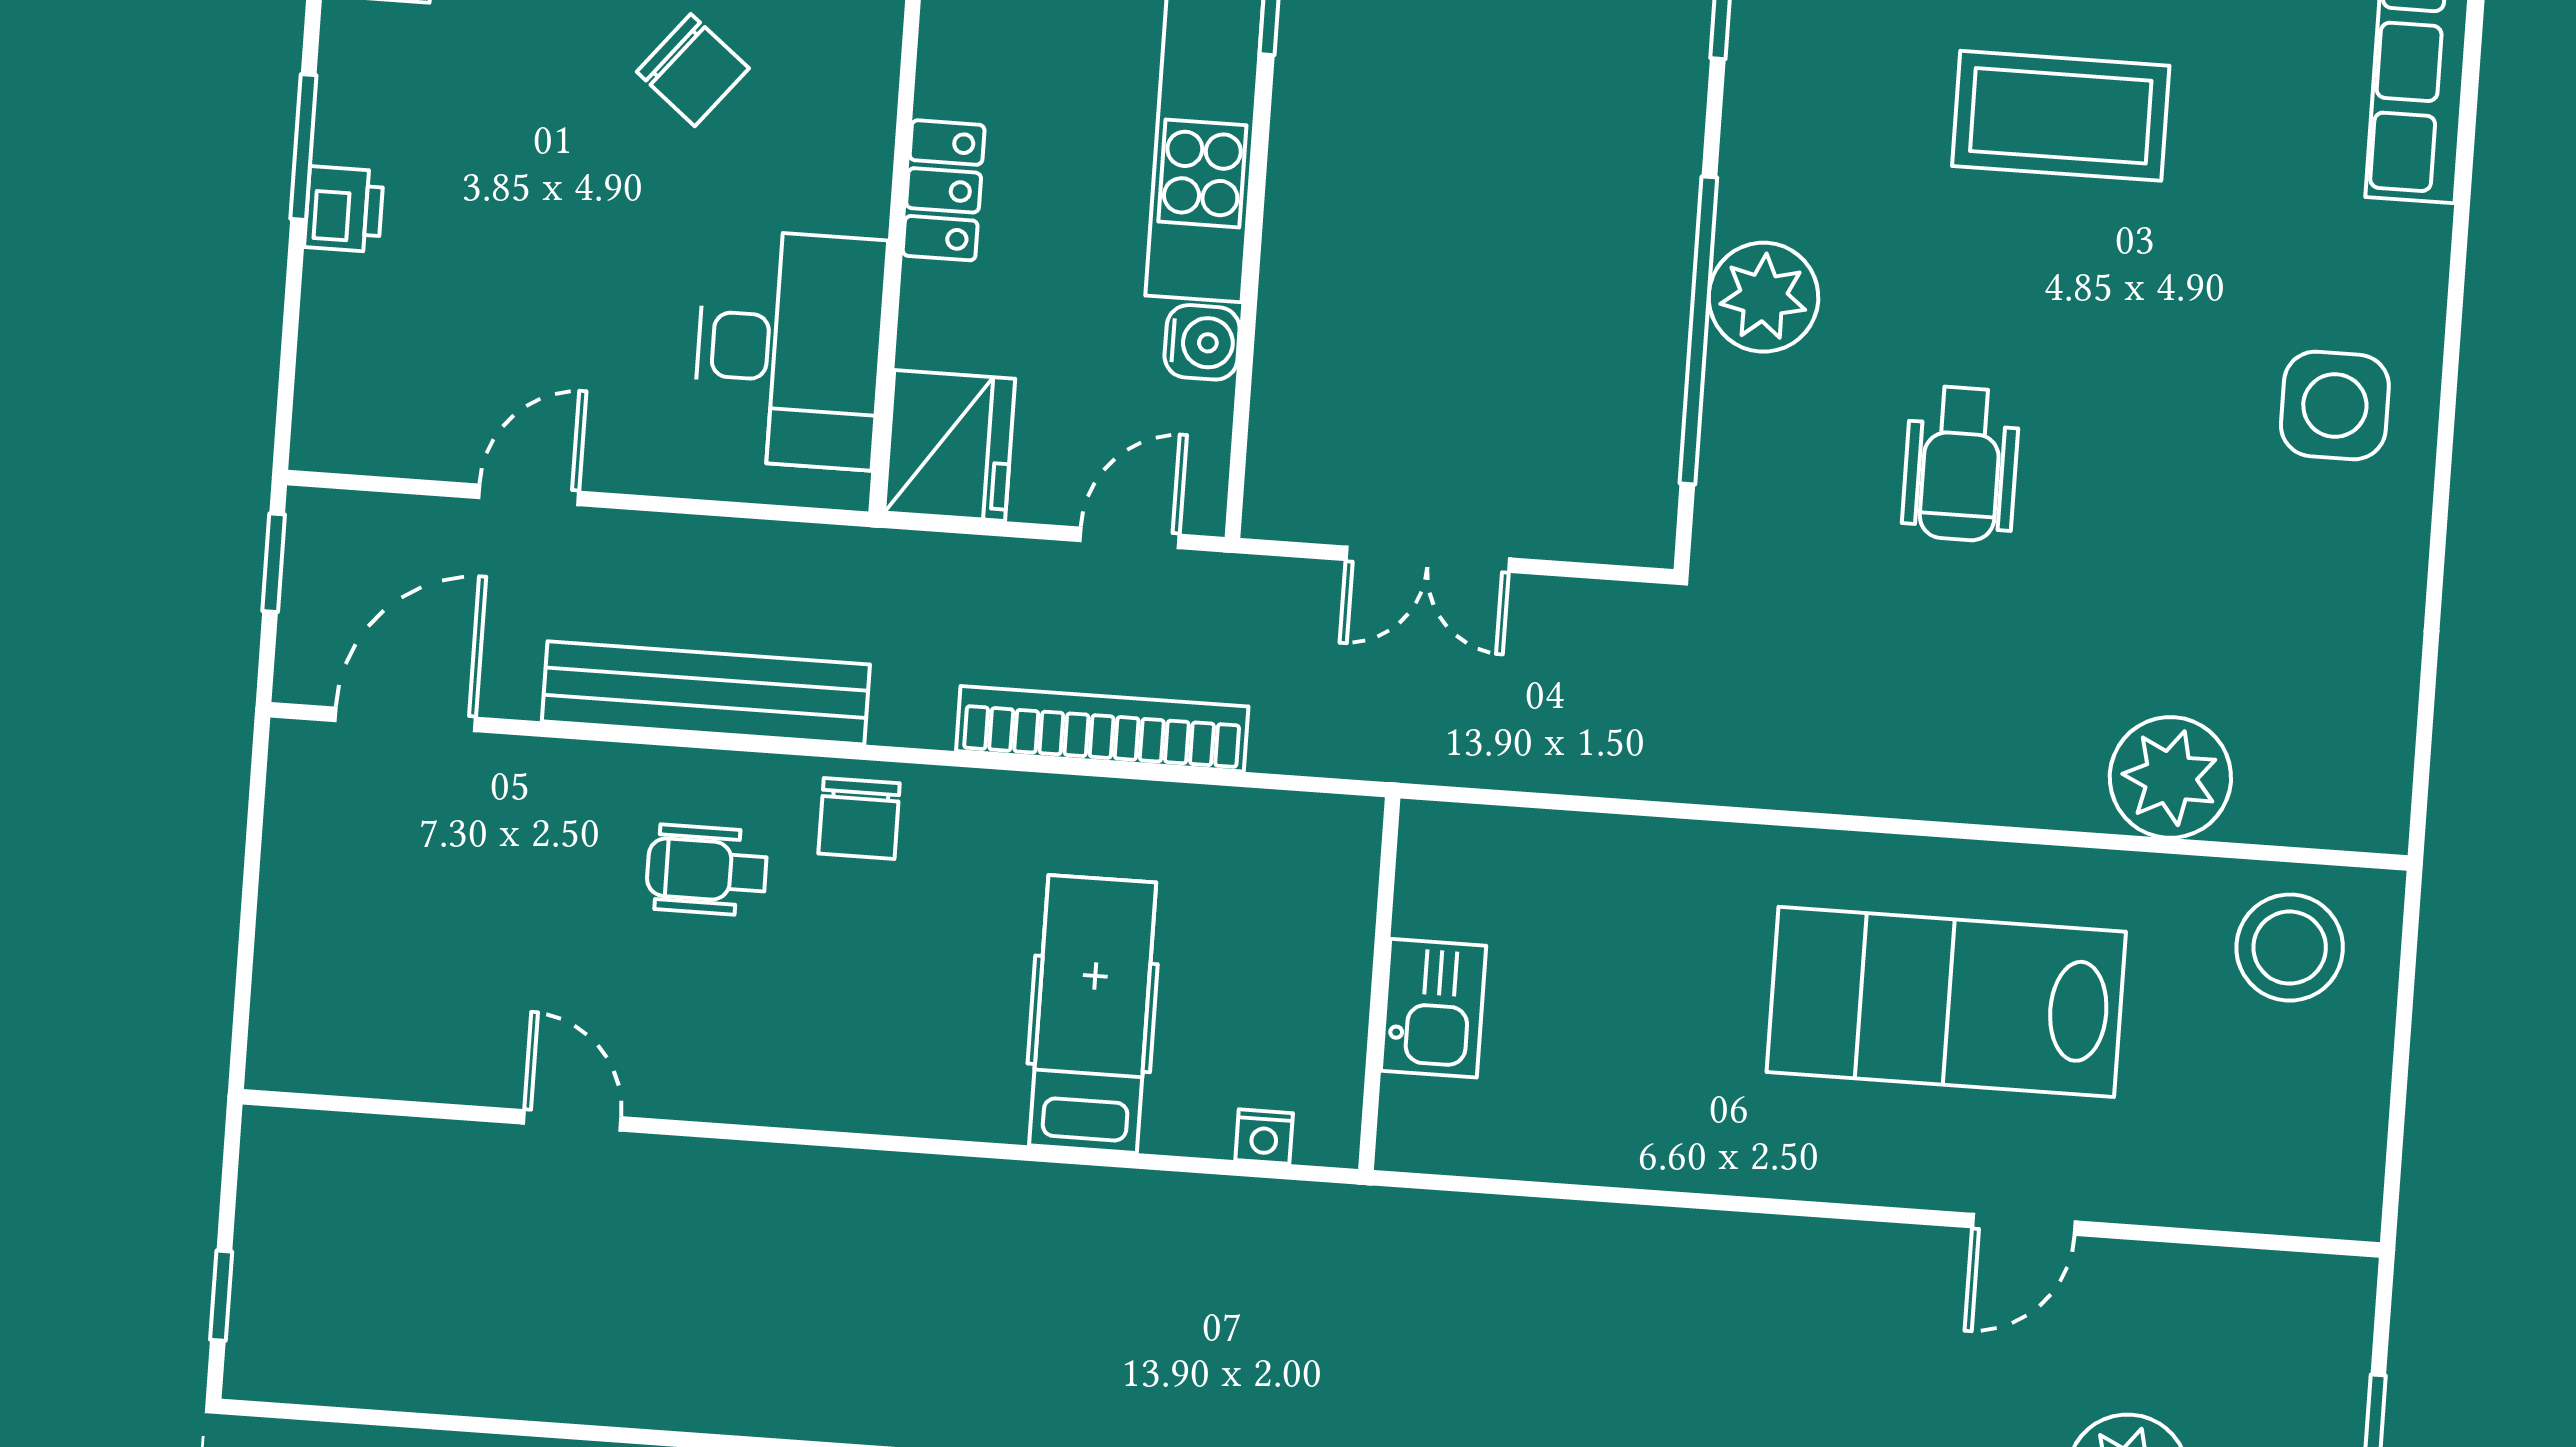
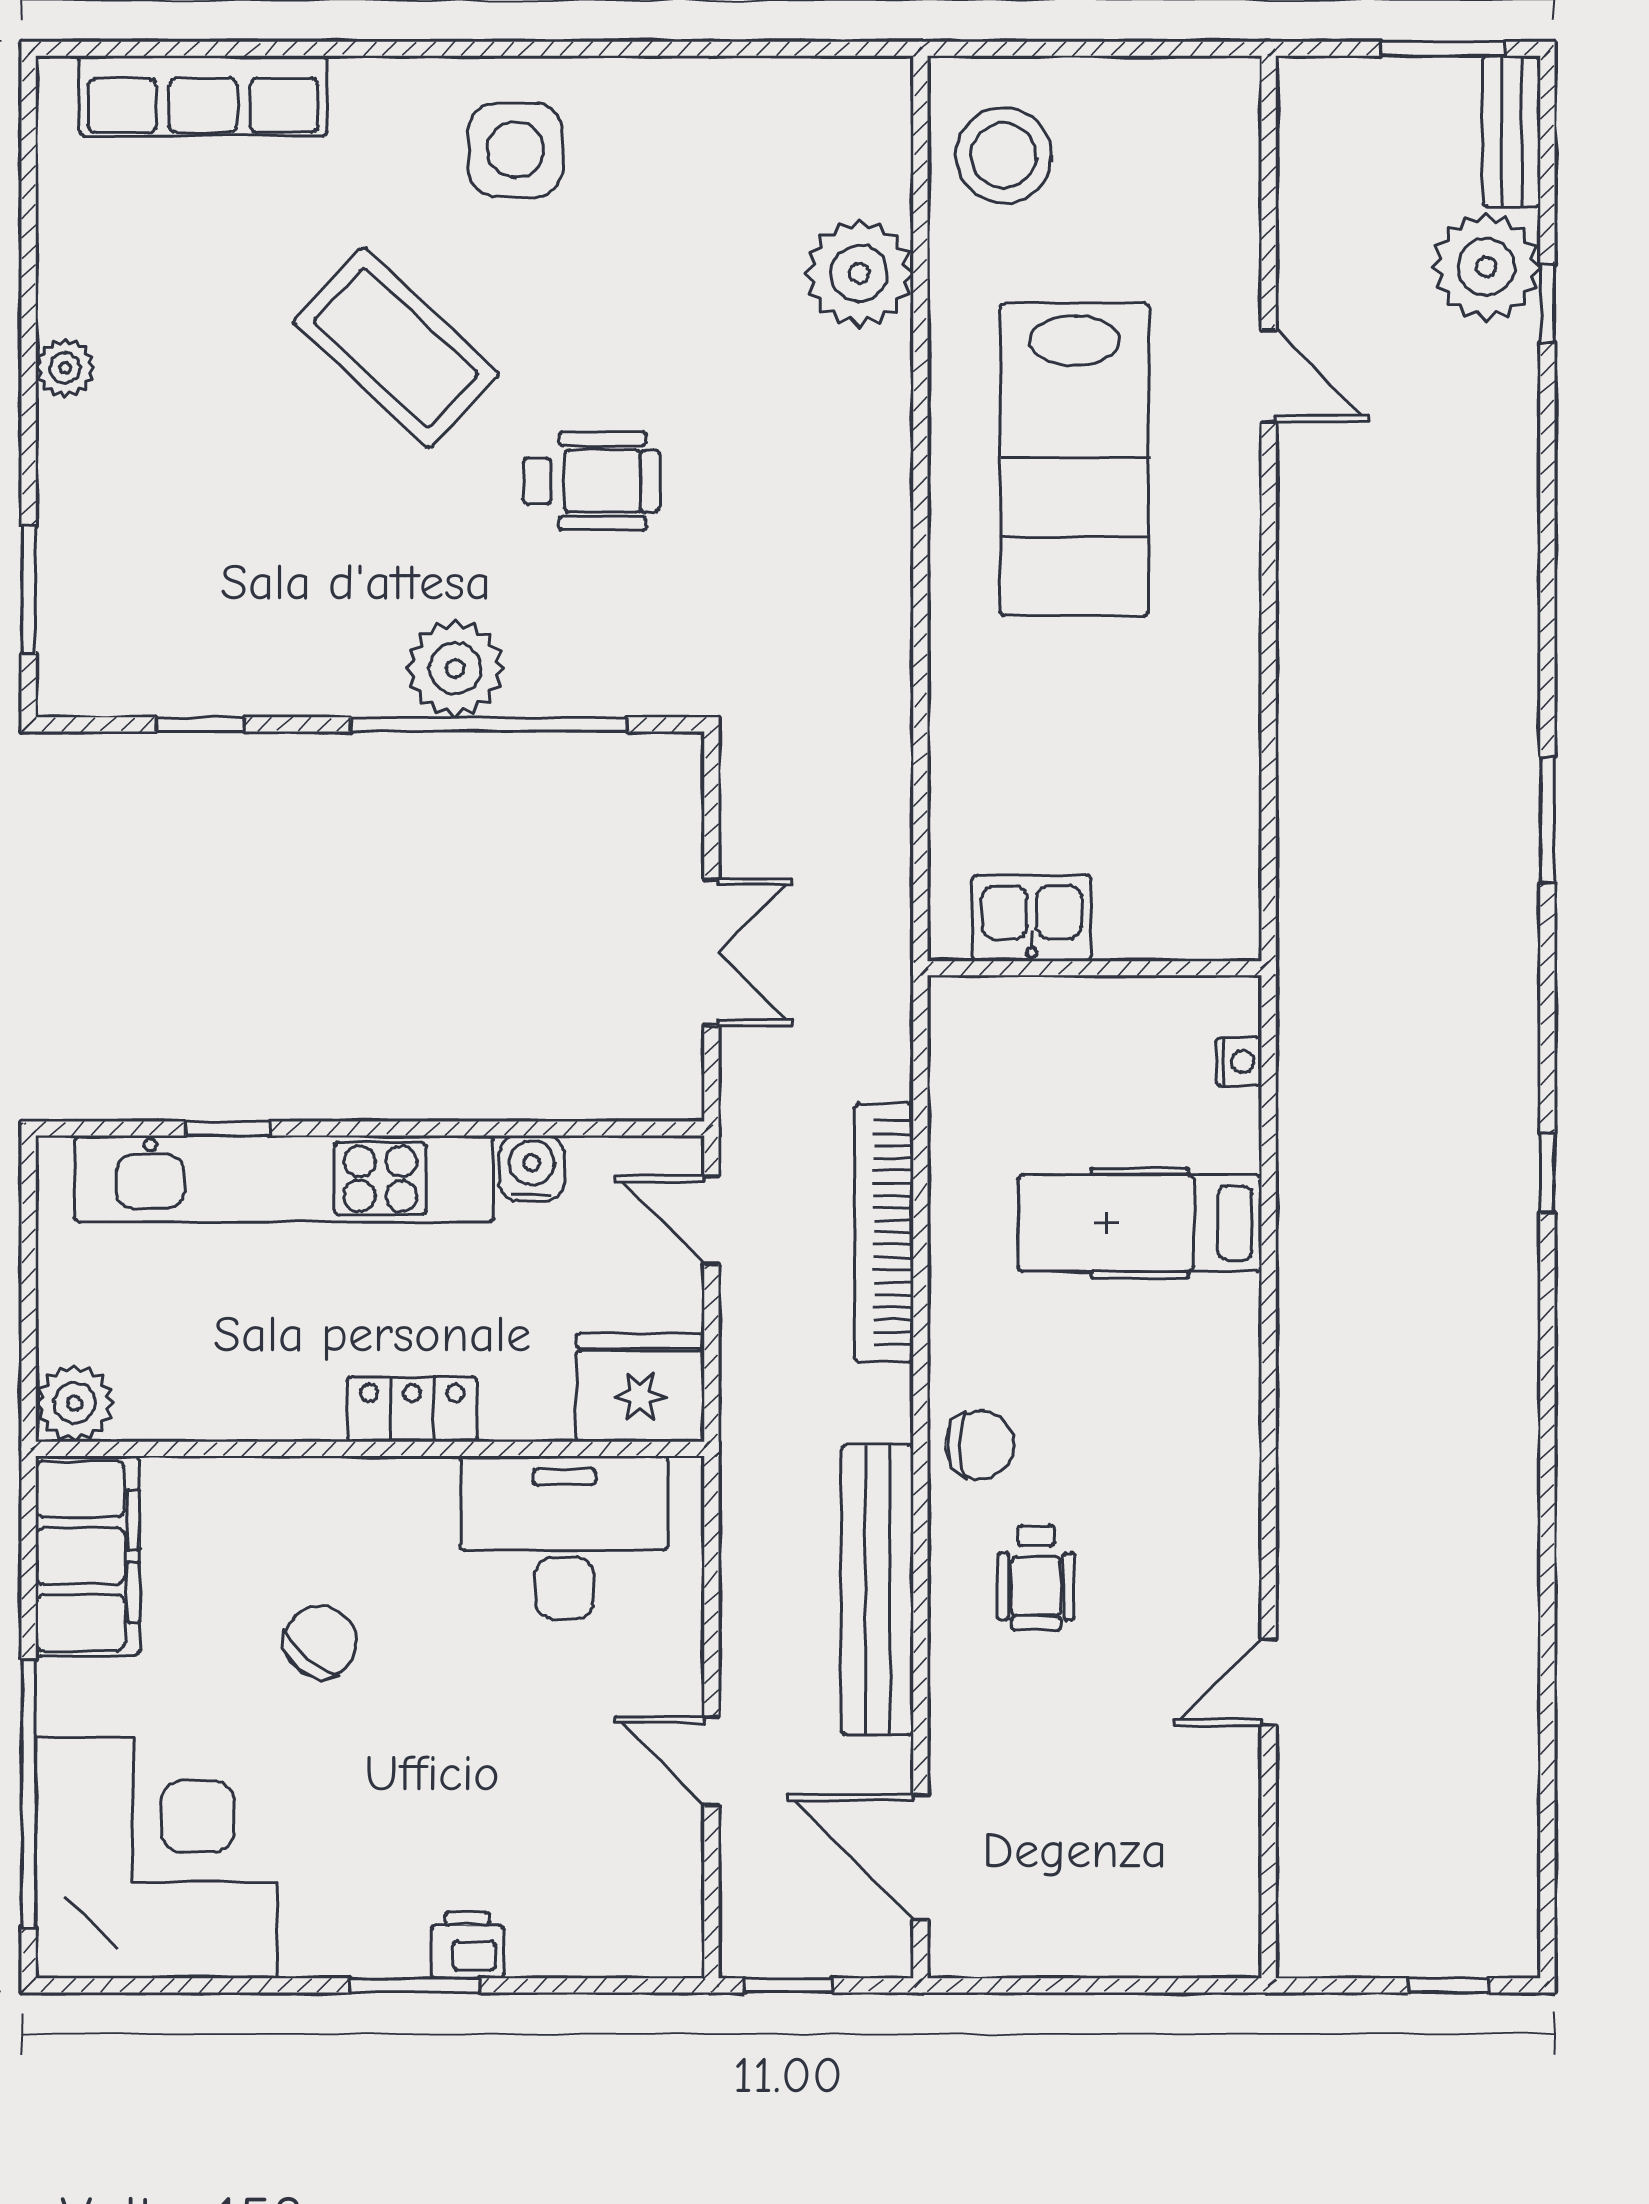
coffee table: (2061, 116) -> (396, 348), moved, turned -47
kitchen sink: (1434, 1008) -> (1032, 918), moved

